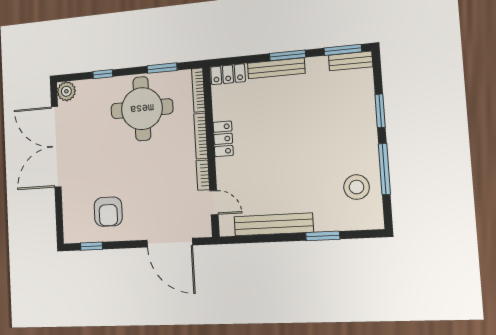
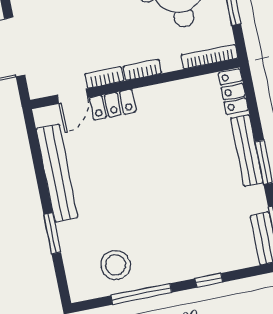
window: (380, 111) -> (209, 280), width x0.67
bookcase: (201, 136) -> (142, 70), width x0.64
locker: (223, 139) -> (113, 105), moved

